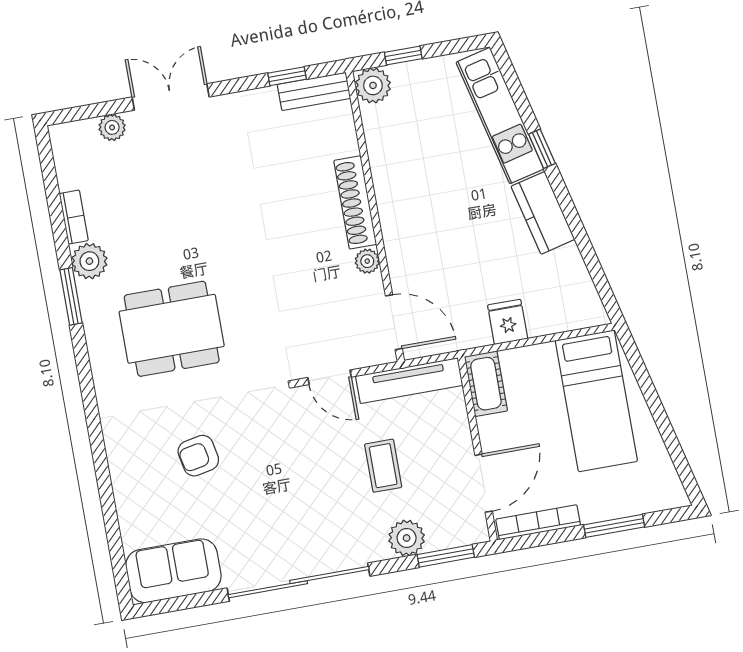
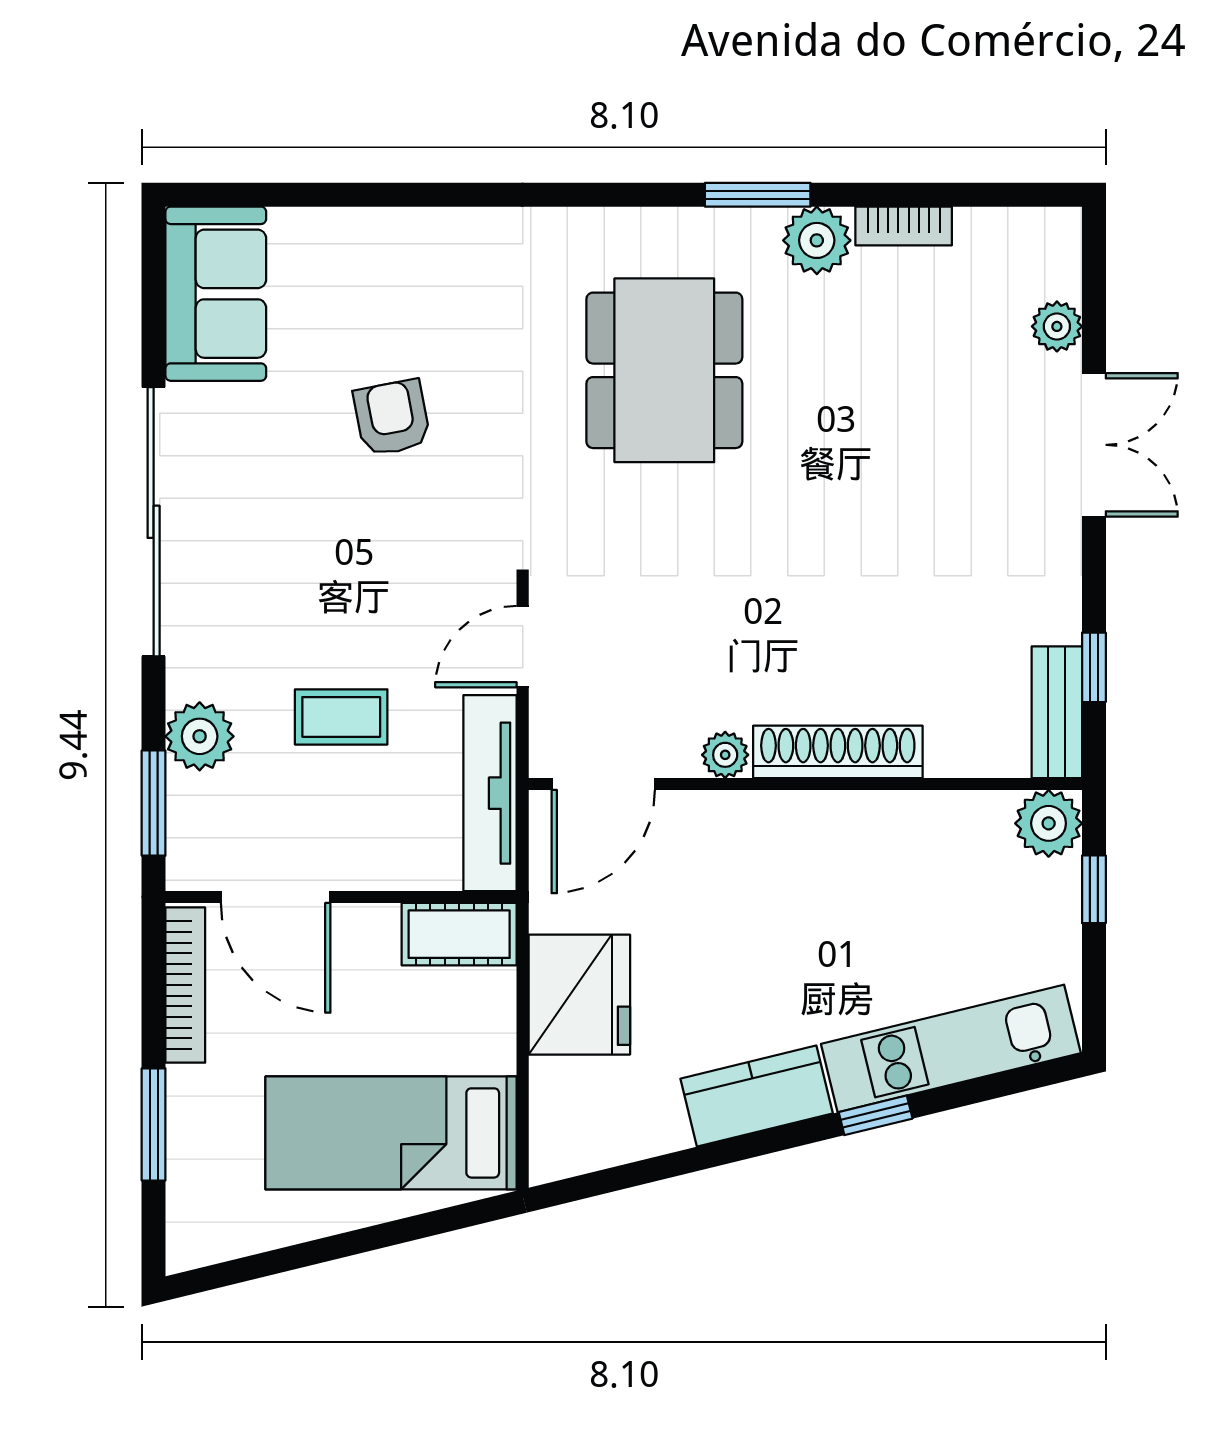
fridge: (508, 322) -> (579, 995), width x1.88, depth x1.34
armchair: (198, 456) -> (392, 418), moved

